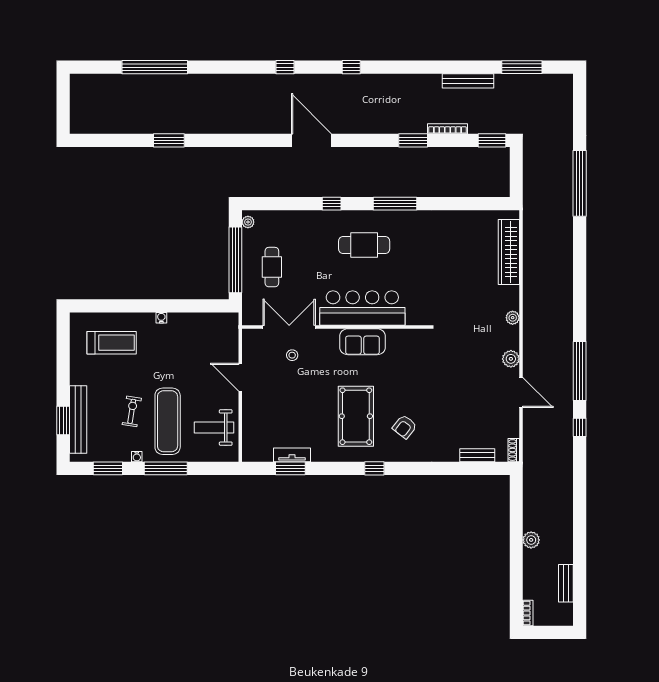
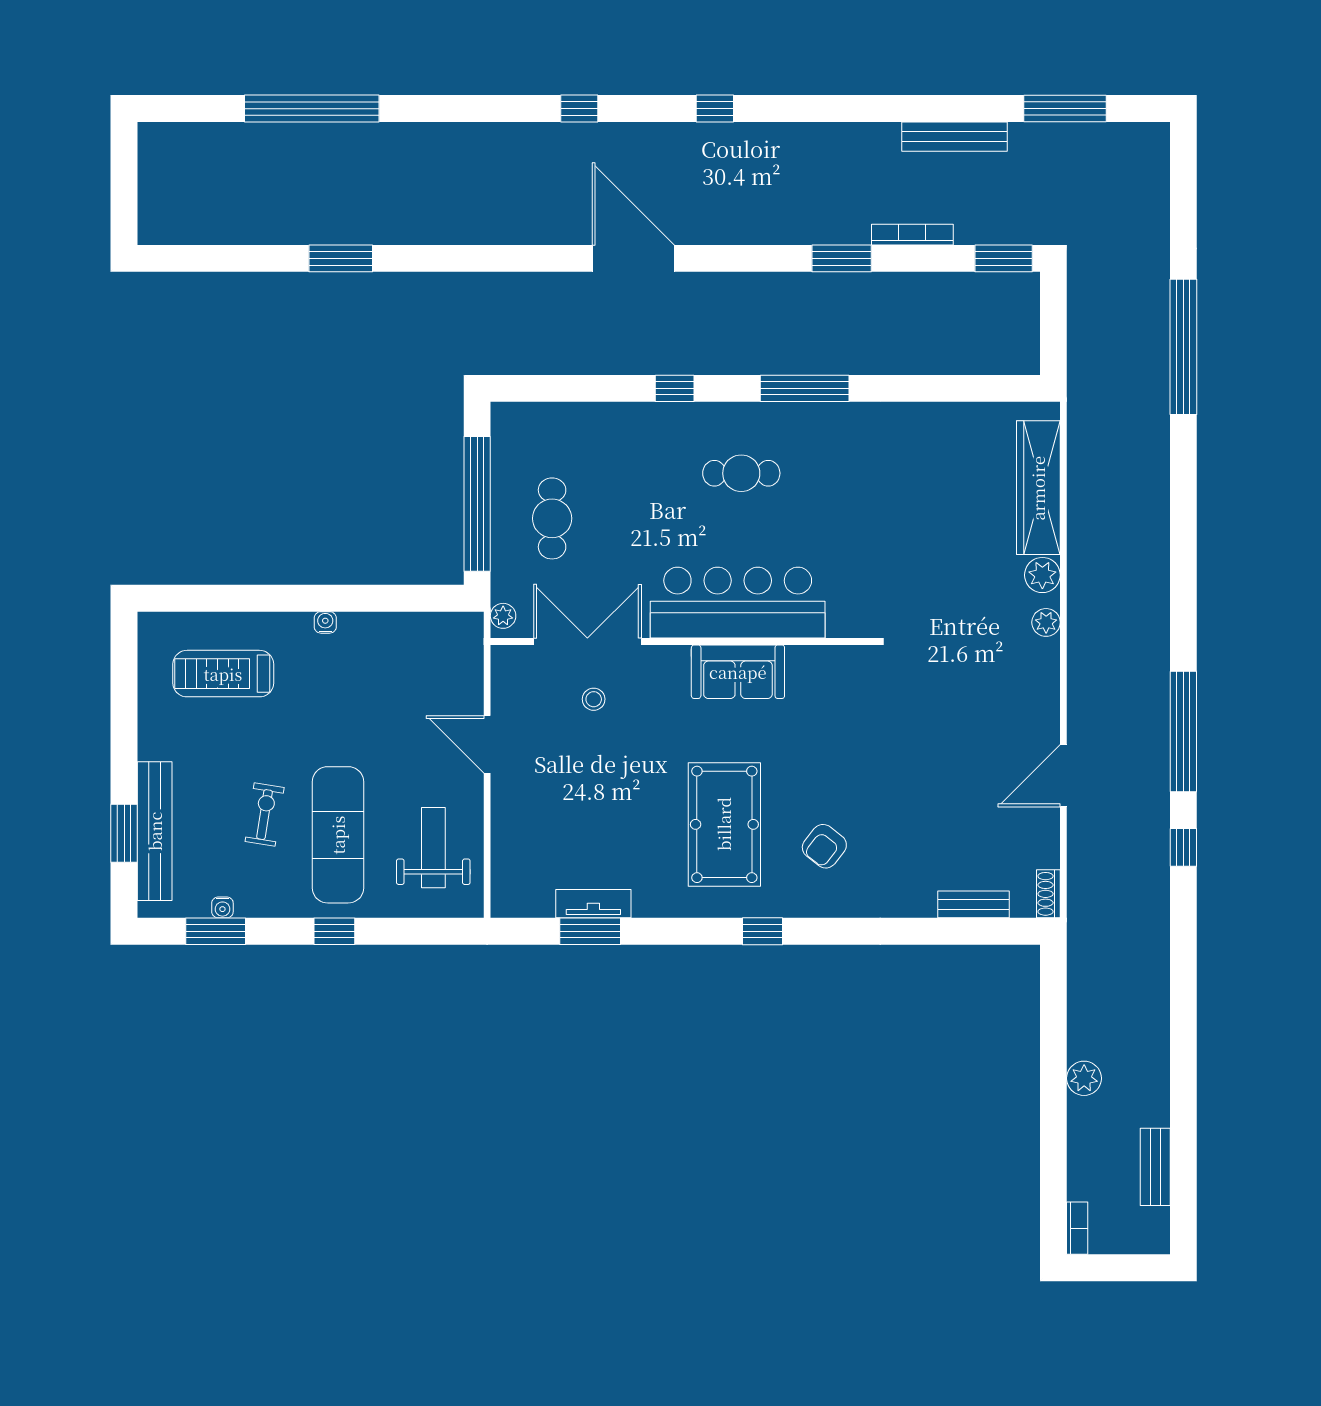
plant: (248, 222) -> (503, 616), moved
cafe table: (364, 245) -> (741, 473), width x0.73, depth x0.74
treadmill: (112, 343) -> (223, 674), turned 180
plant: (511, 359) -> (1042, 575), moved
door: (521, 392) -> (1063, 776), swing flipped
weight bench: (214, 427) -> (433, 848), turned 90
water cooler: (137, 457) -> (222, 907), moved
window: (166, 468) -> (334, 931), width x0.46

